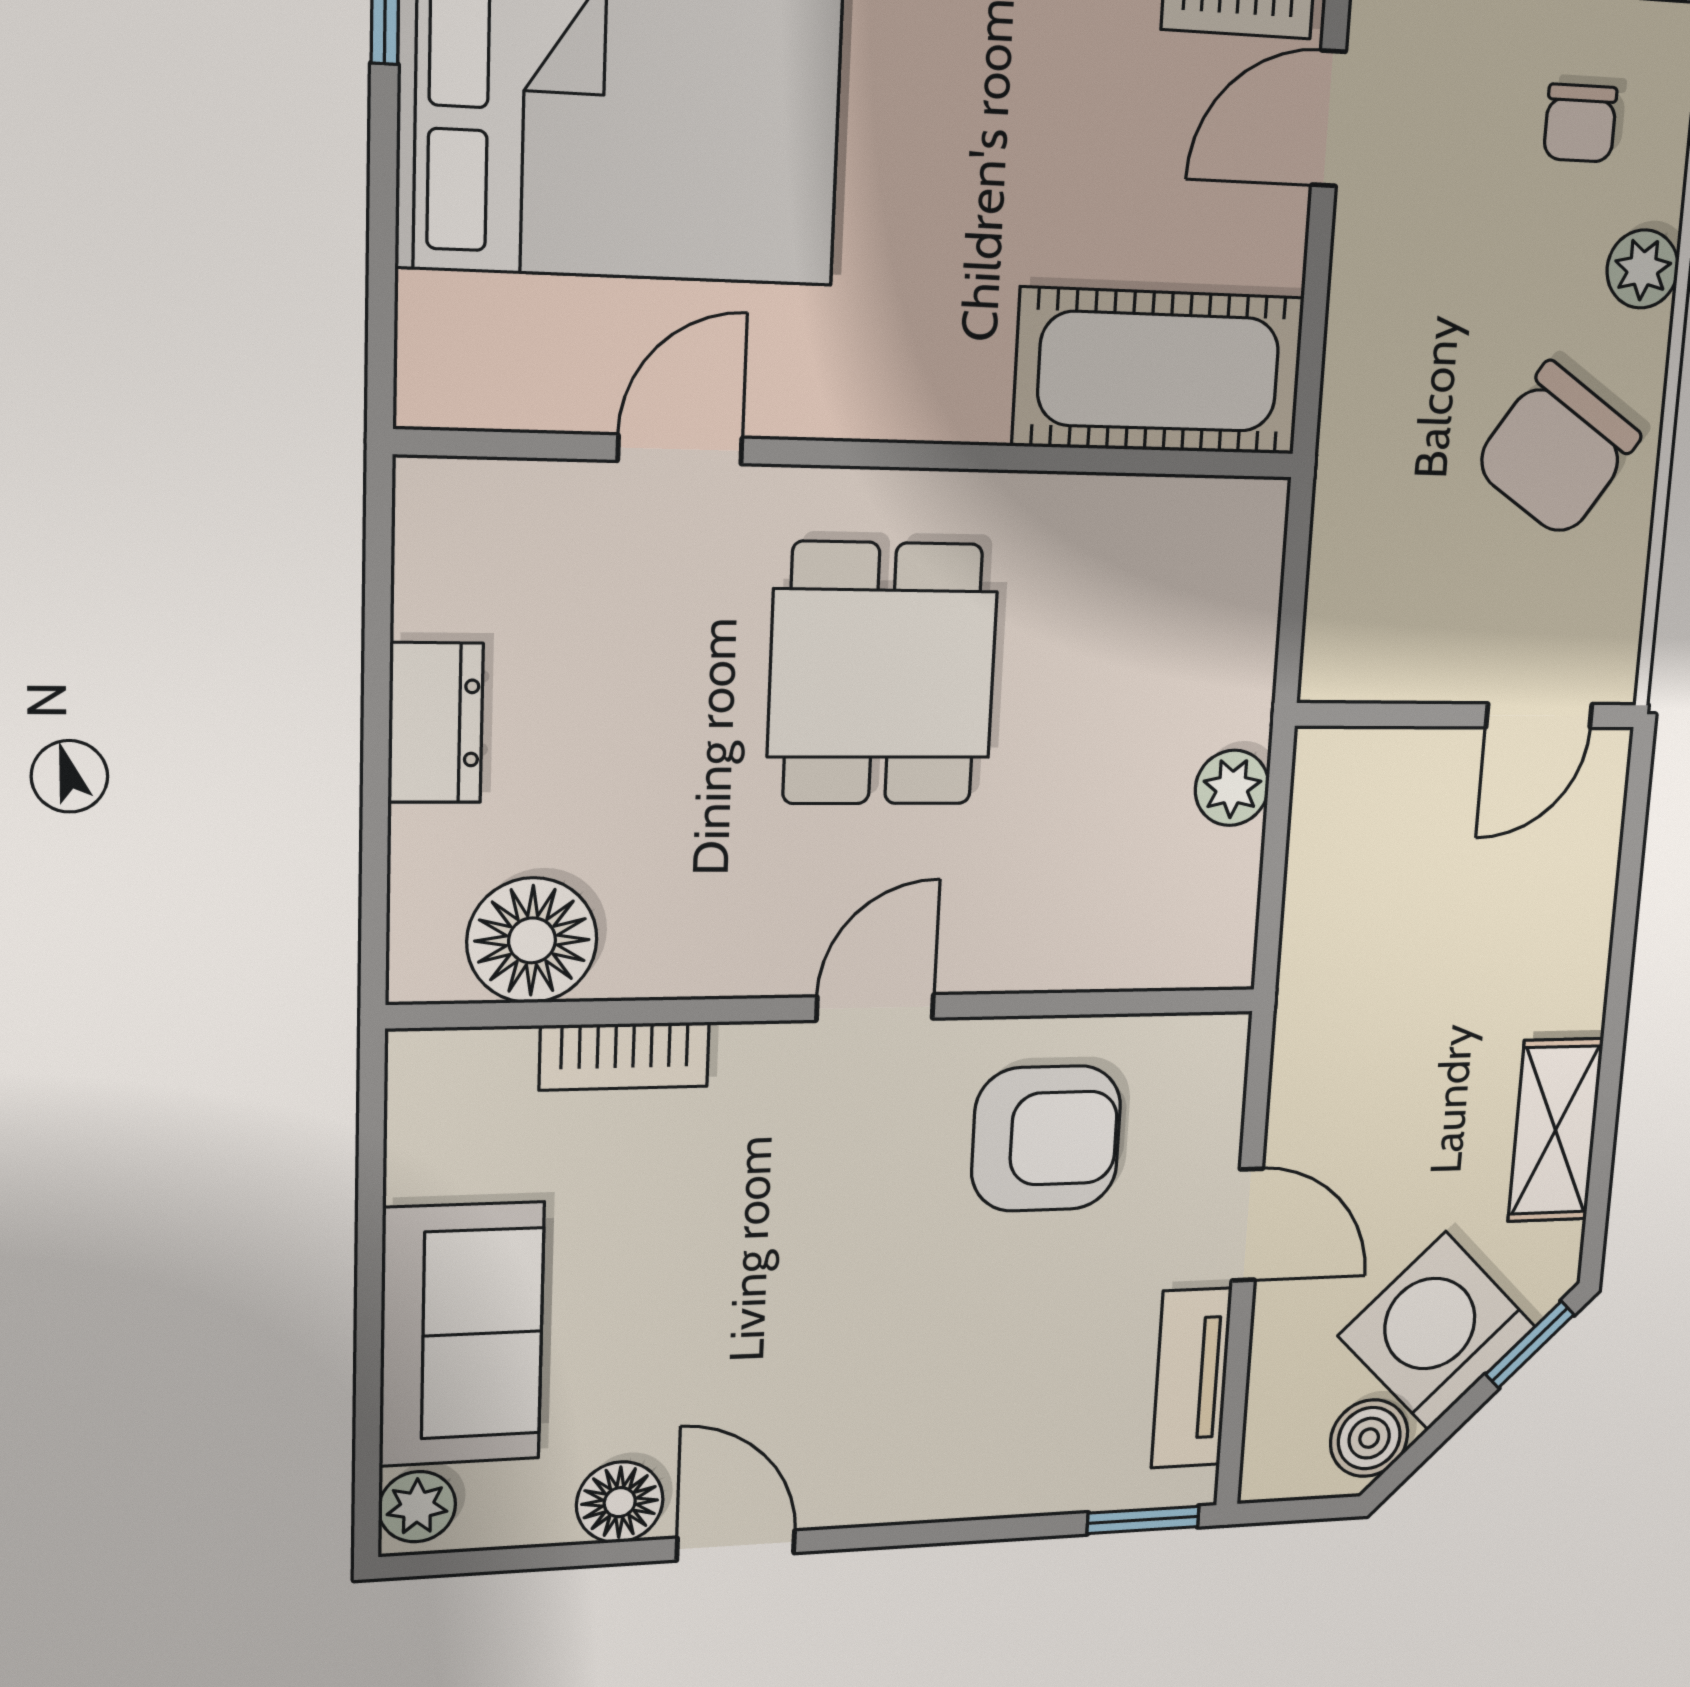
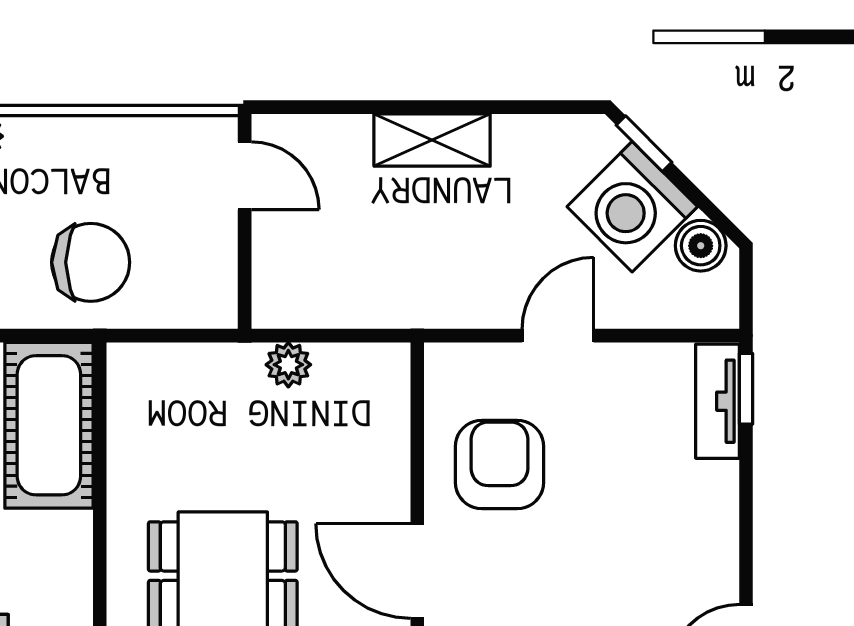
chair: (1557, 451) -> (91, 262), moved, turned -34
door: (875, 1007) -> (417, 571), width x1.38
shelving: (1555, 1130) -> (432, 140), moved
tv unit: (1192, 1378) -> (717, 401), moved, turned 90

